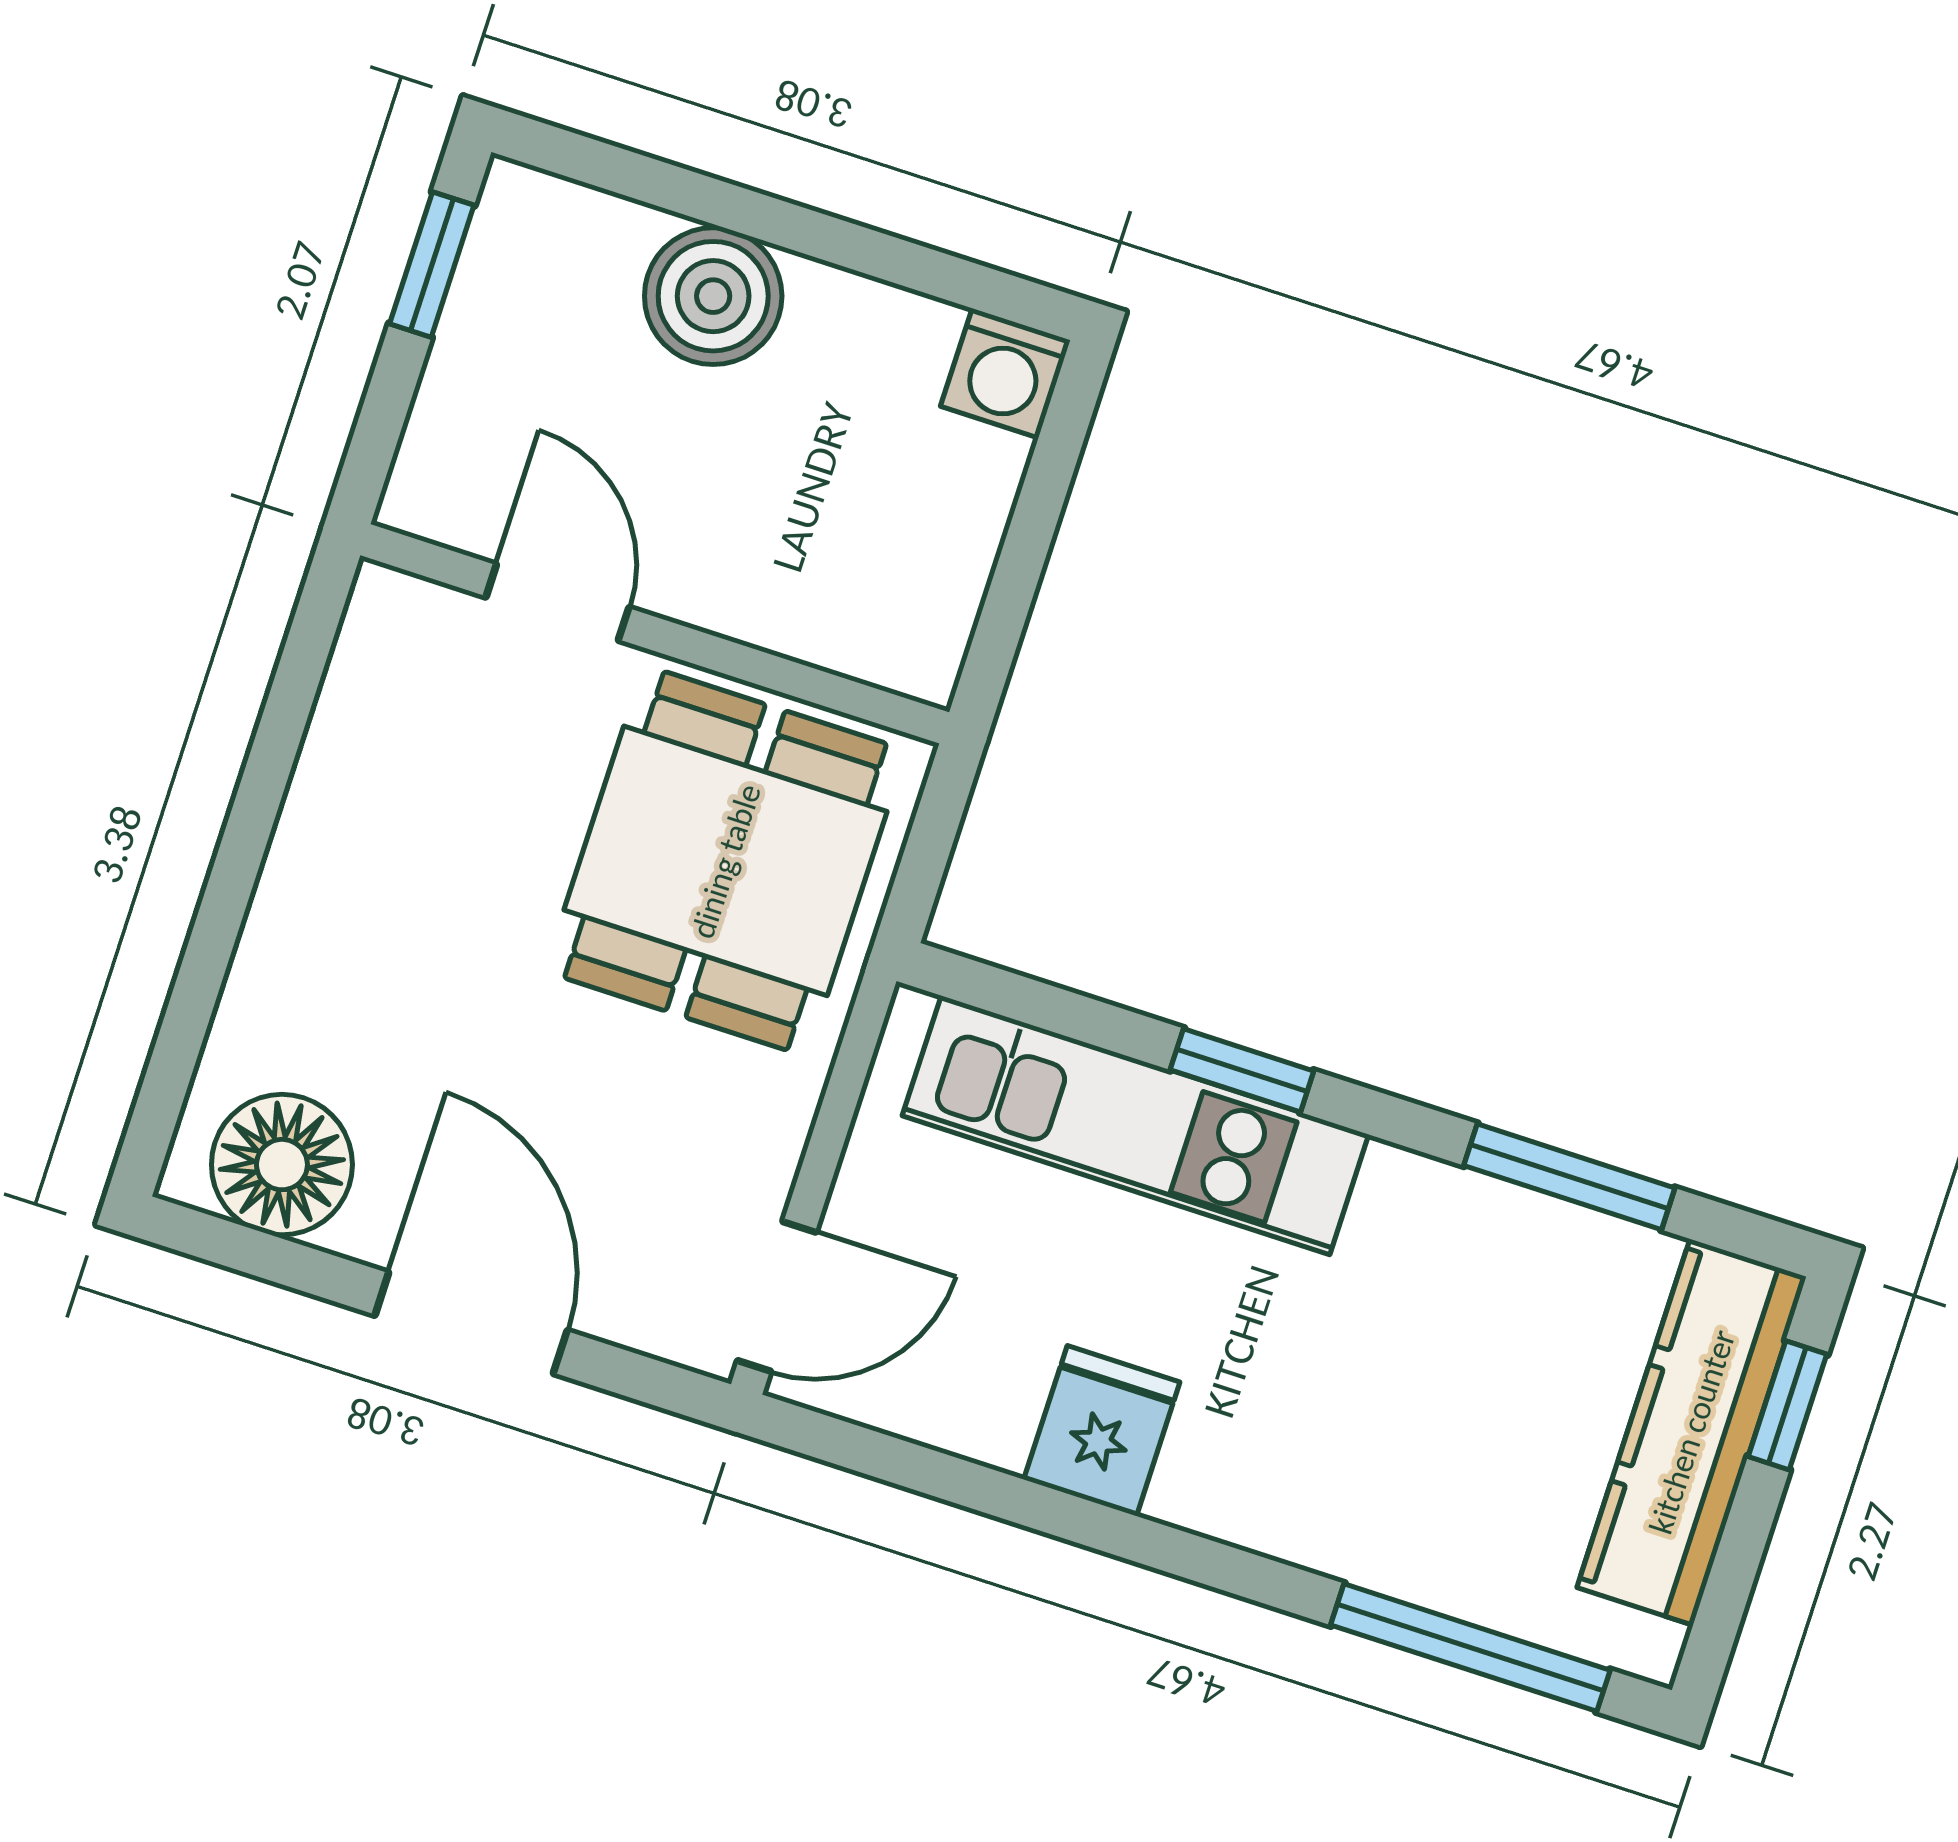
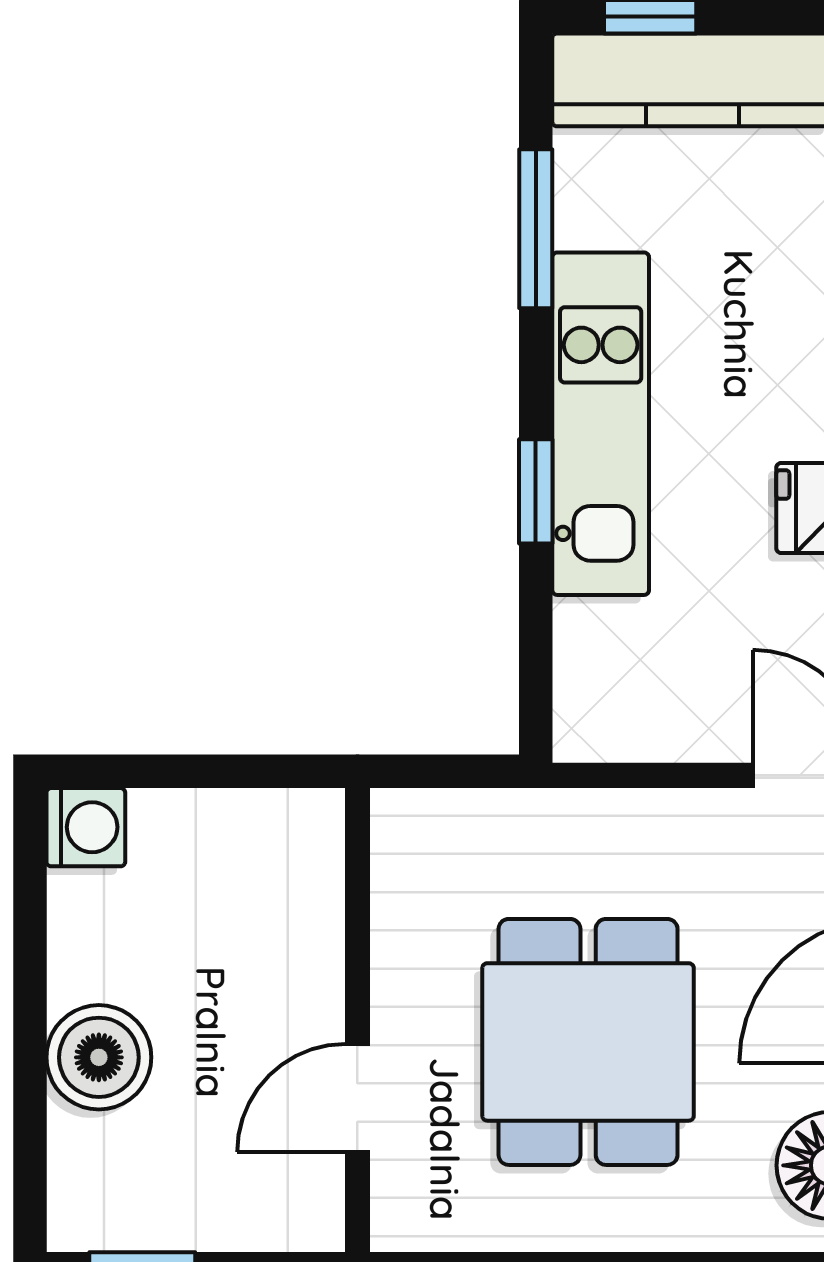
dining table: (726, 861) -> (588, 1042), moved, turned 90
kitchen unit: (1135, 1125) -> (601, 424), moved

